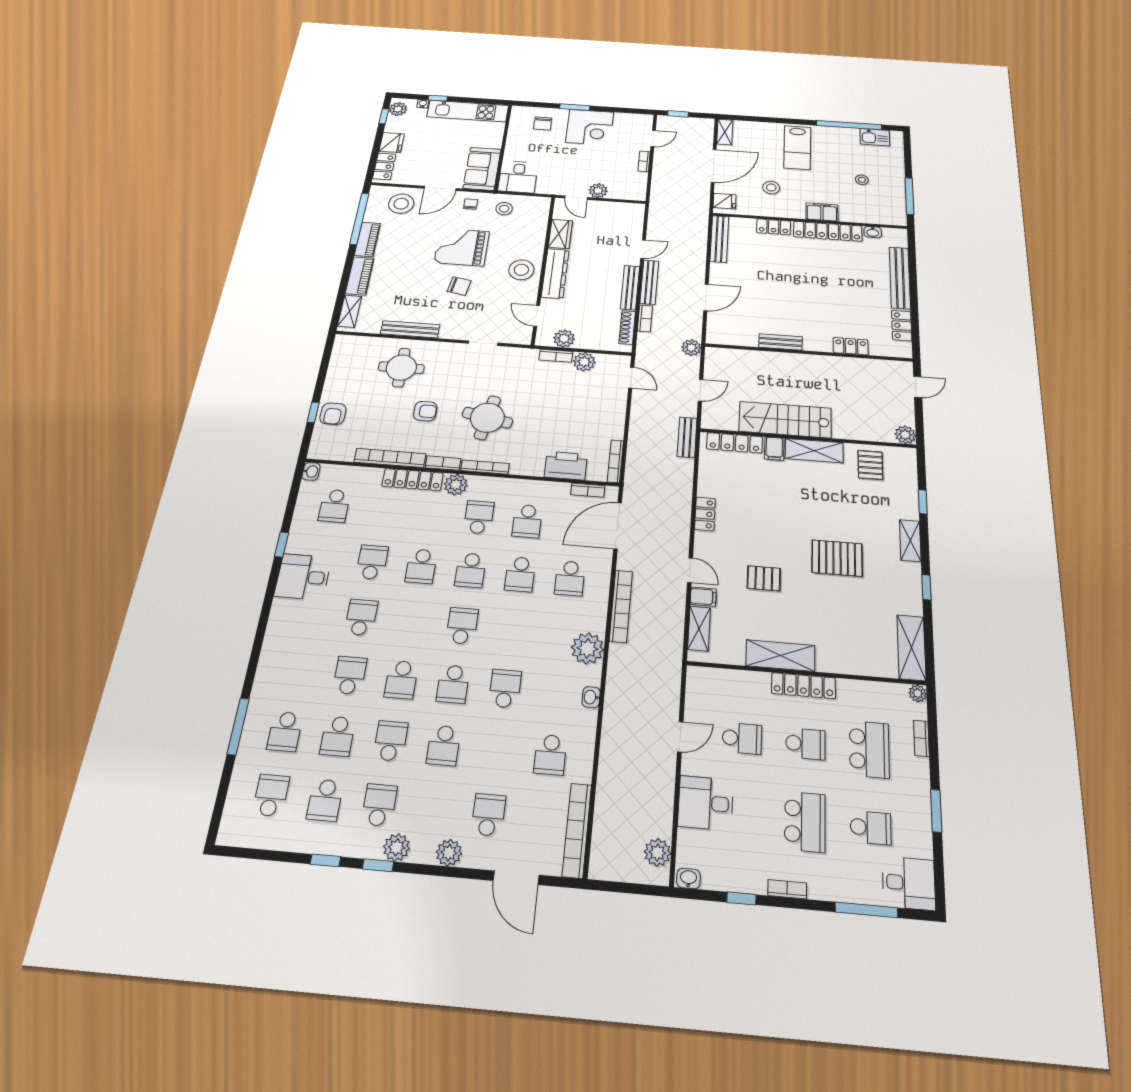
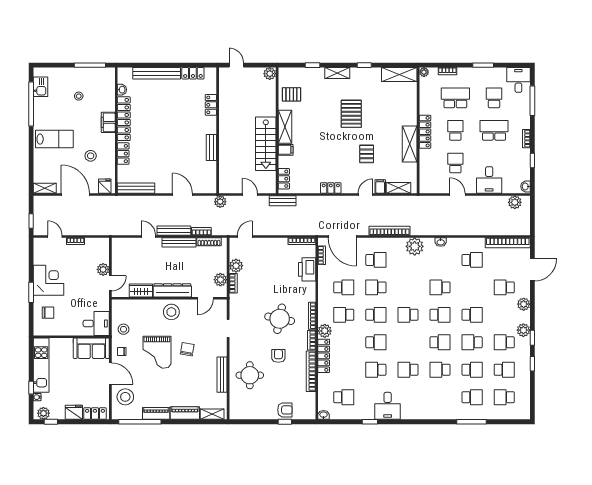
locker: (735, 443) -> (284, 179), width x0.66
school desk: (520, 574) -> (376, 287), turned 180

